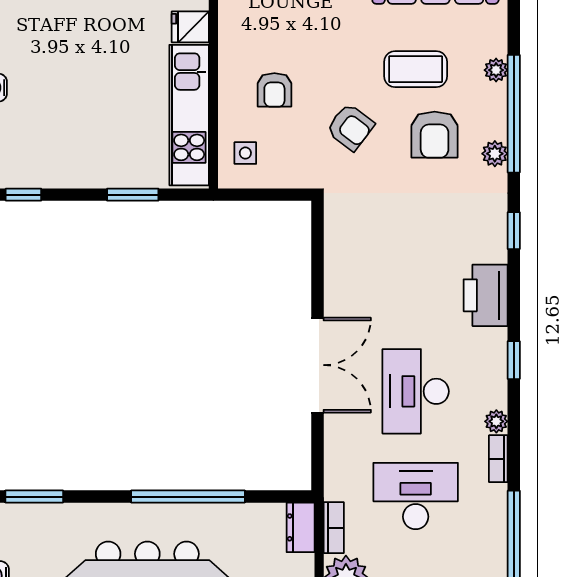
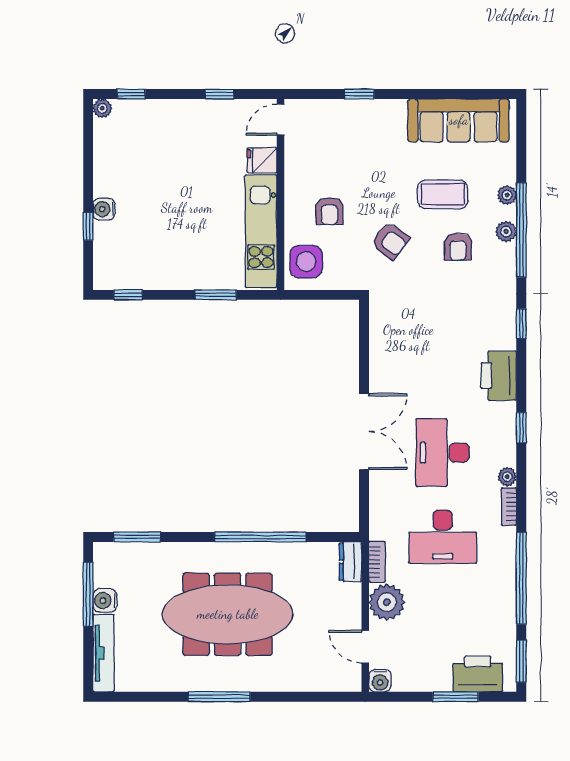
armchair: (435, 135) -> (458, 247), width x0.72, depth x0.72
side table: (245, 153) -> (306, 262), width x1.87, depth x1.87
plant: (495, 154) -> (506, 231), moved
desk: (416, 496) -> (443, 537), turned 180

